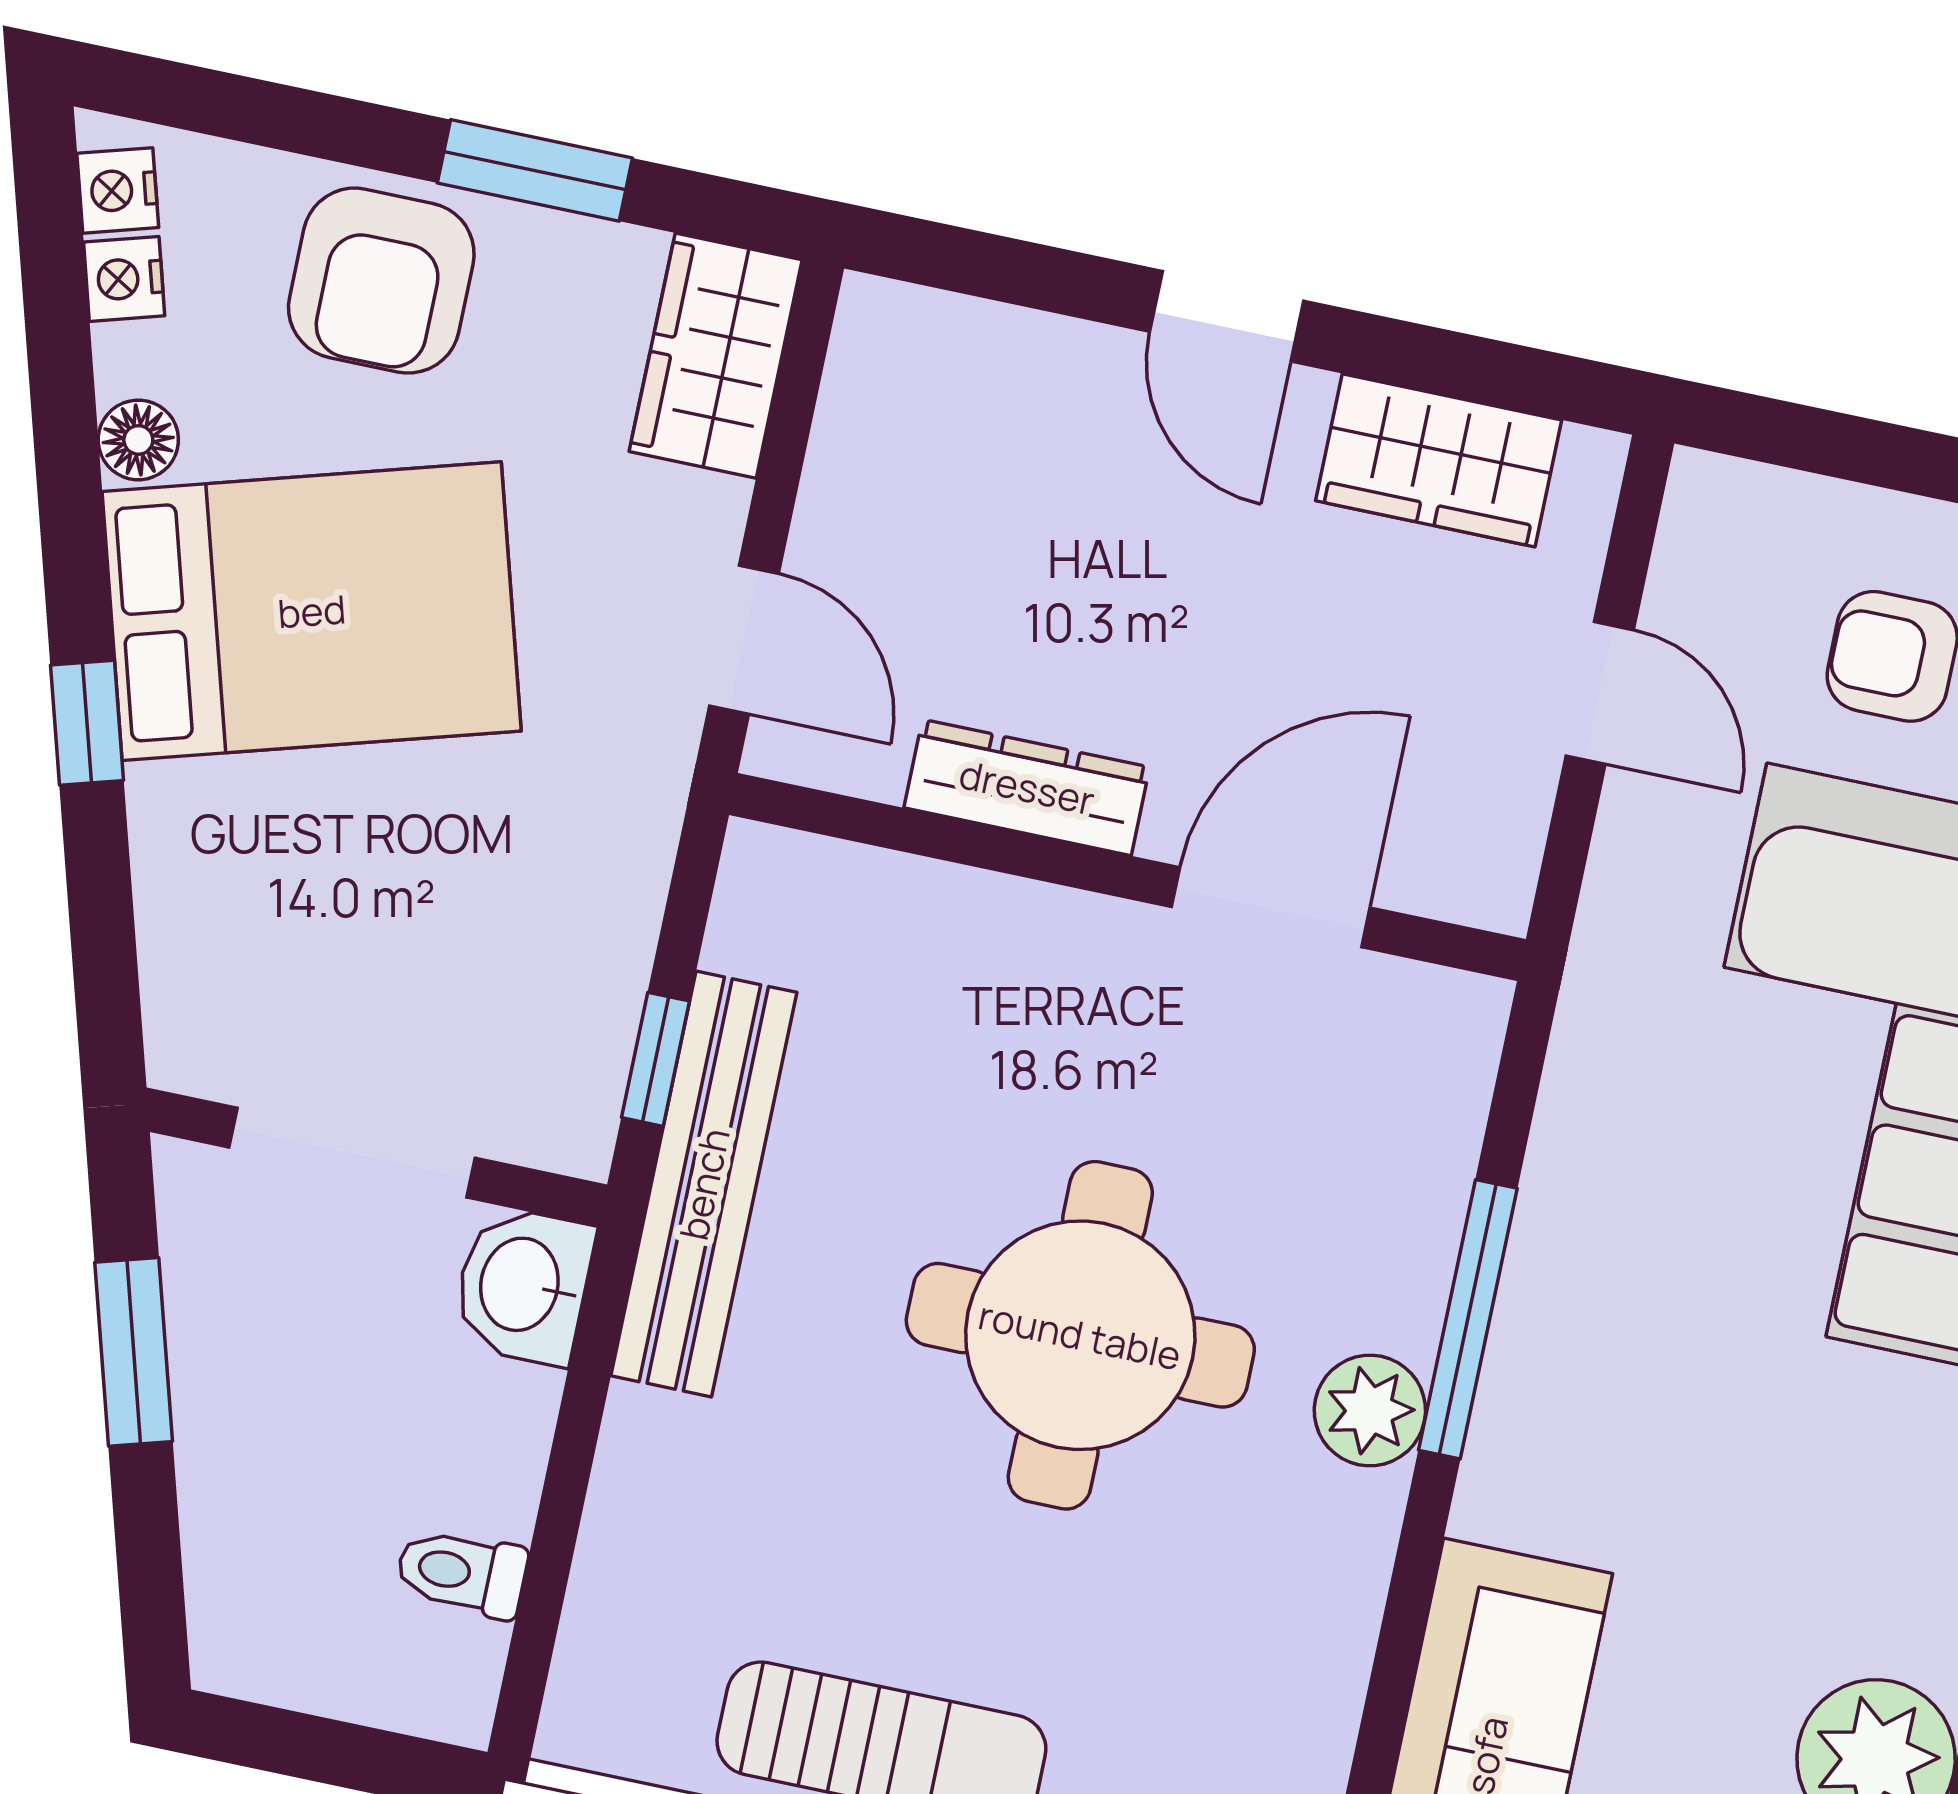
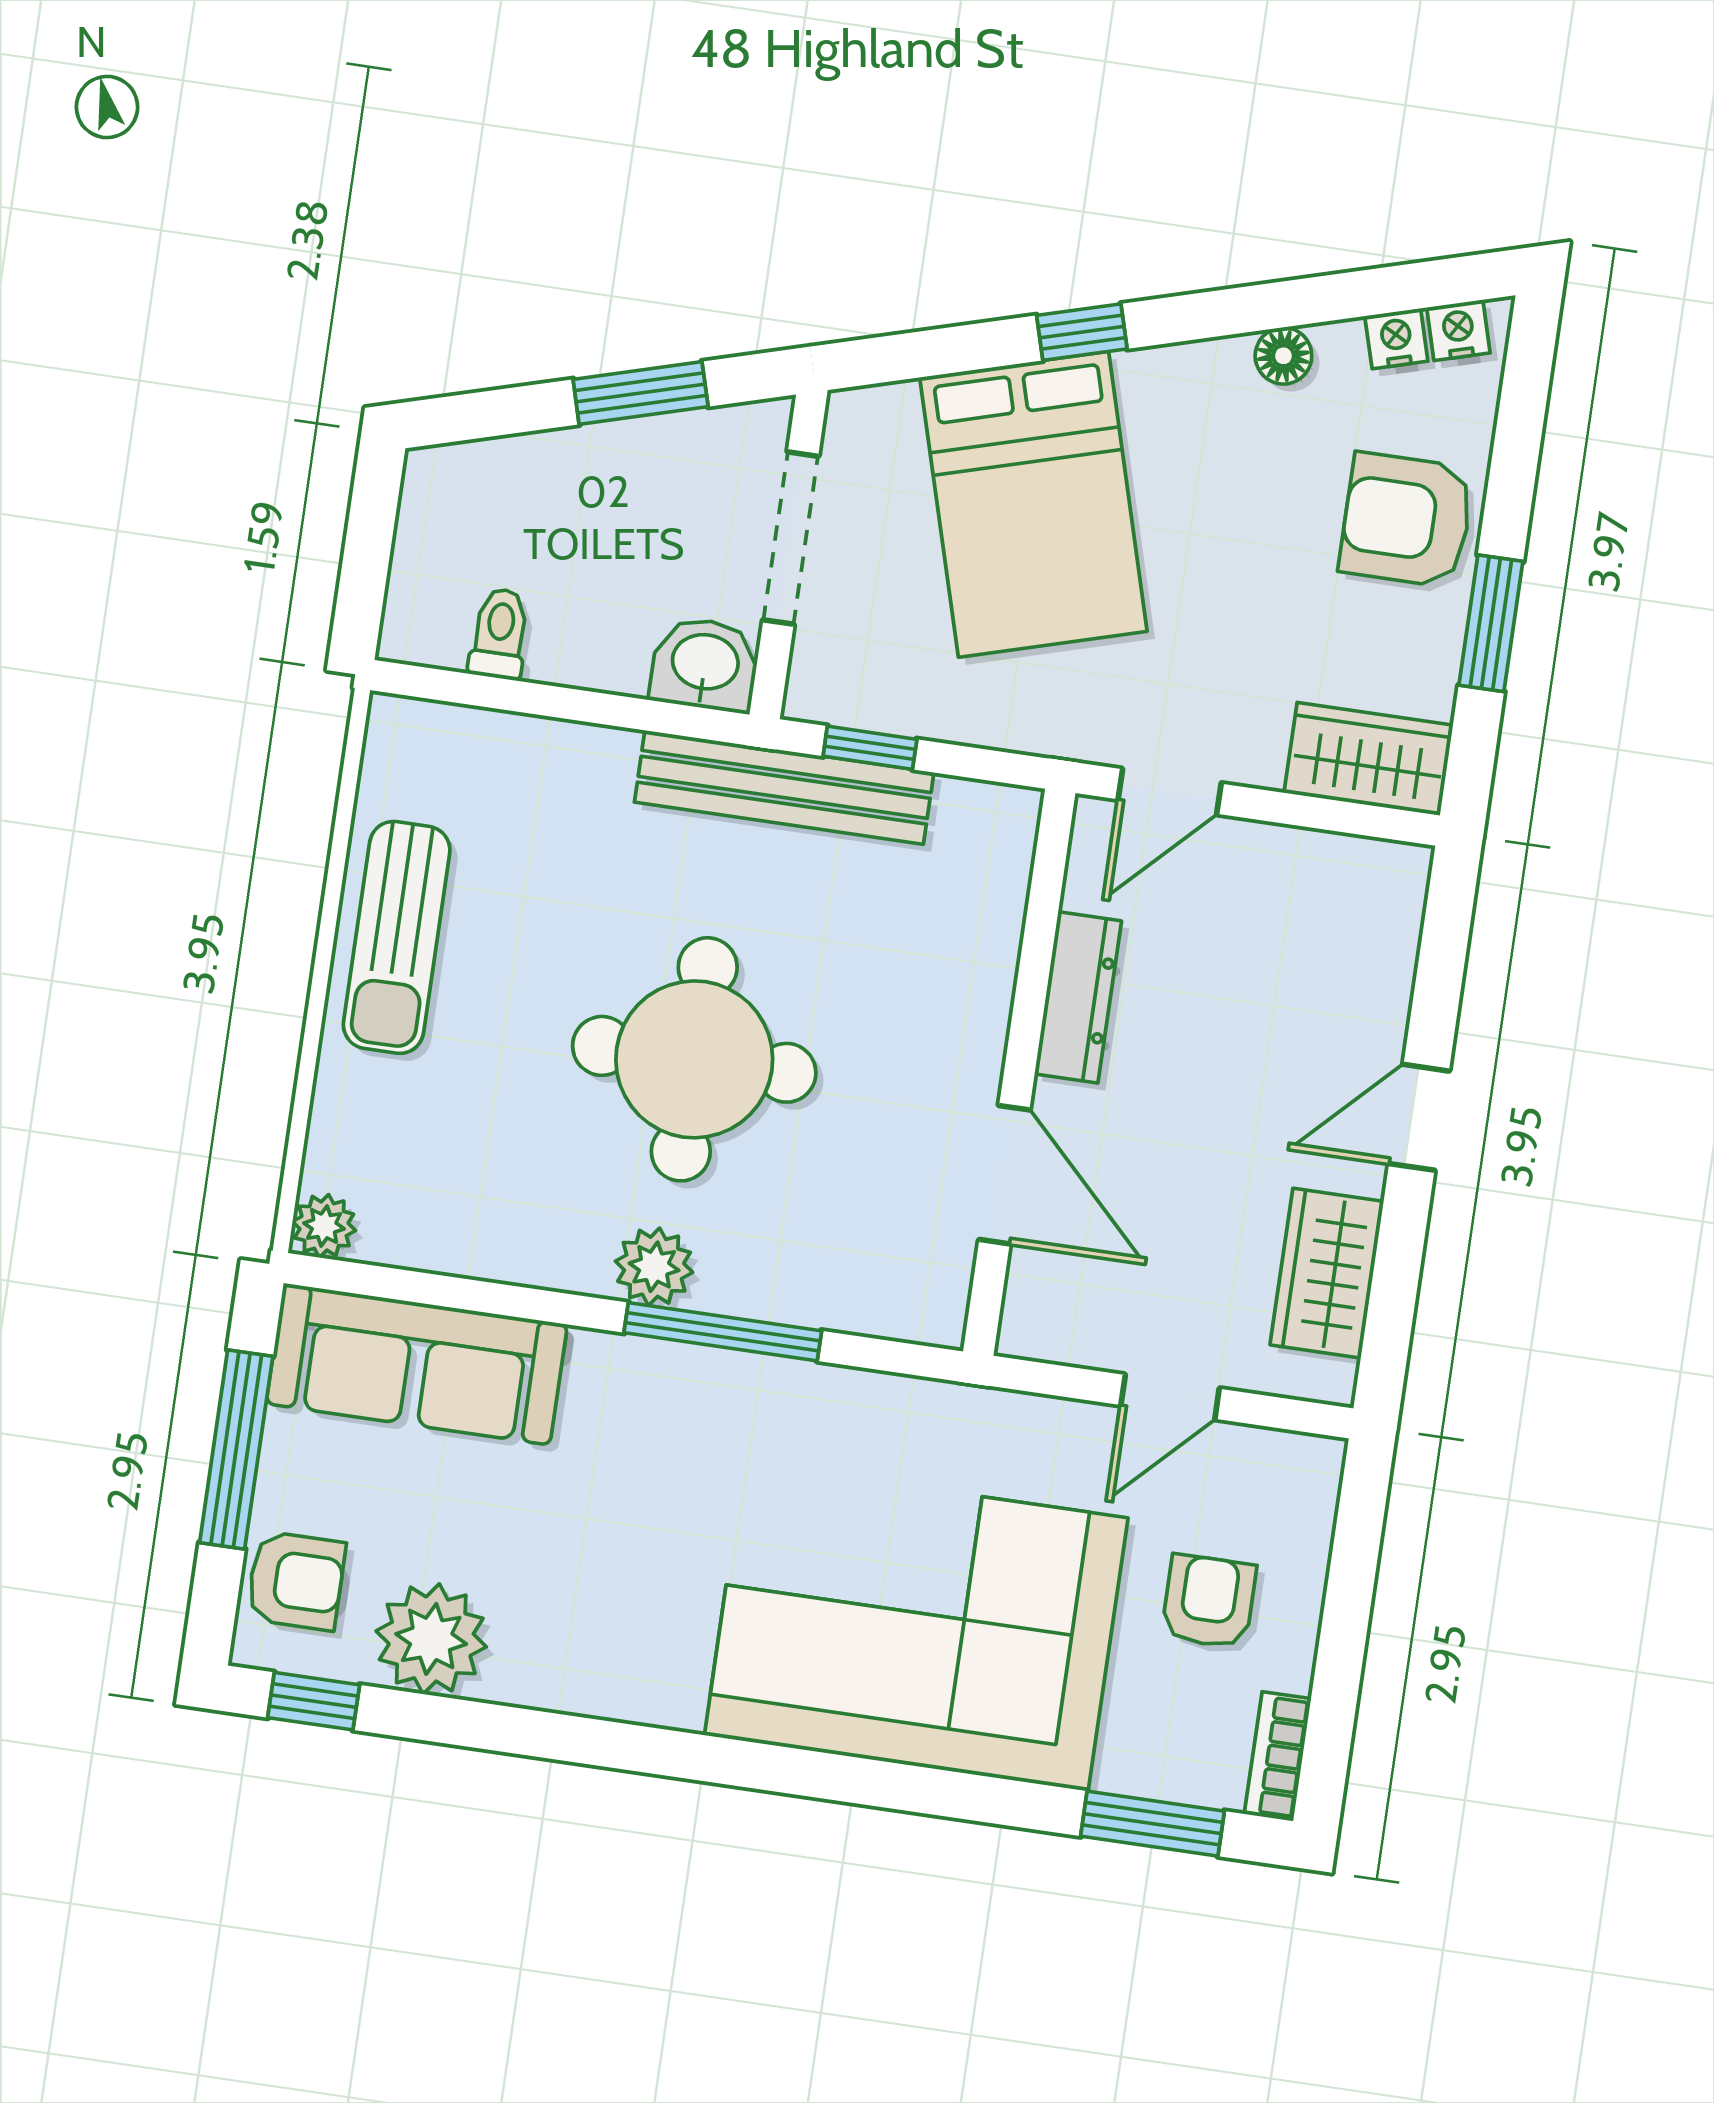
bed: (312, 611) -> (1033, 504), moved

